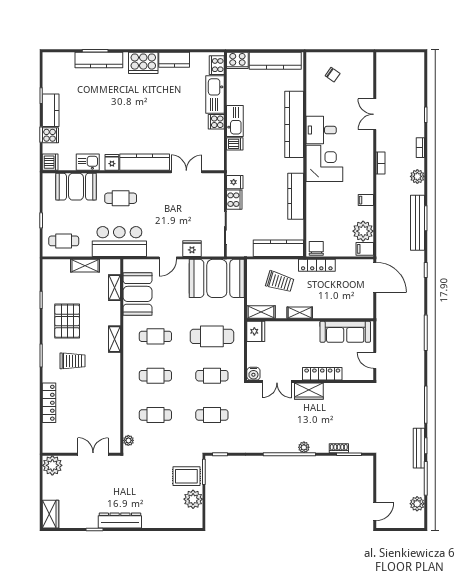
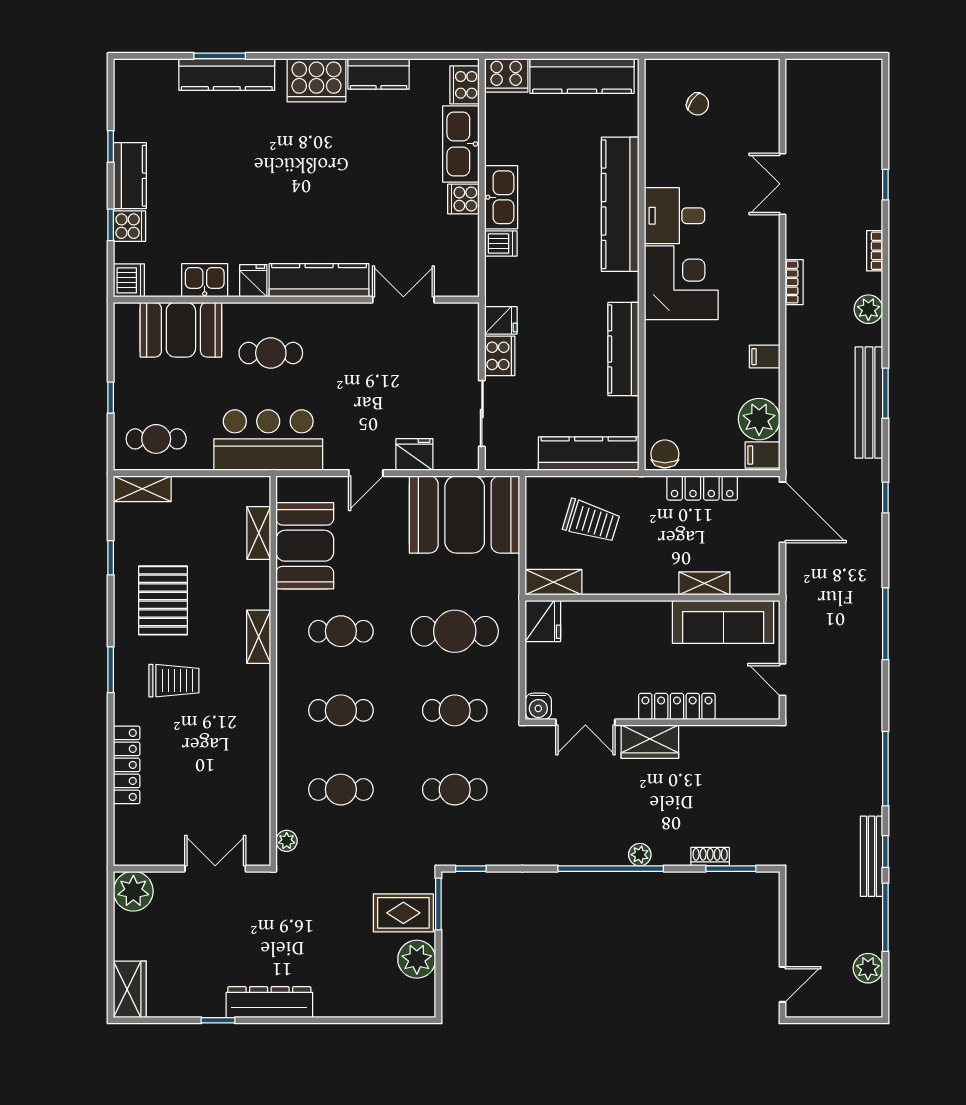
locker: (317, 265) -> (702, 488), moved
shelving: (85, 266) -> (142, 489), moved
shelving: (300, 313) -> (704, 583), moved

